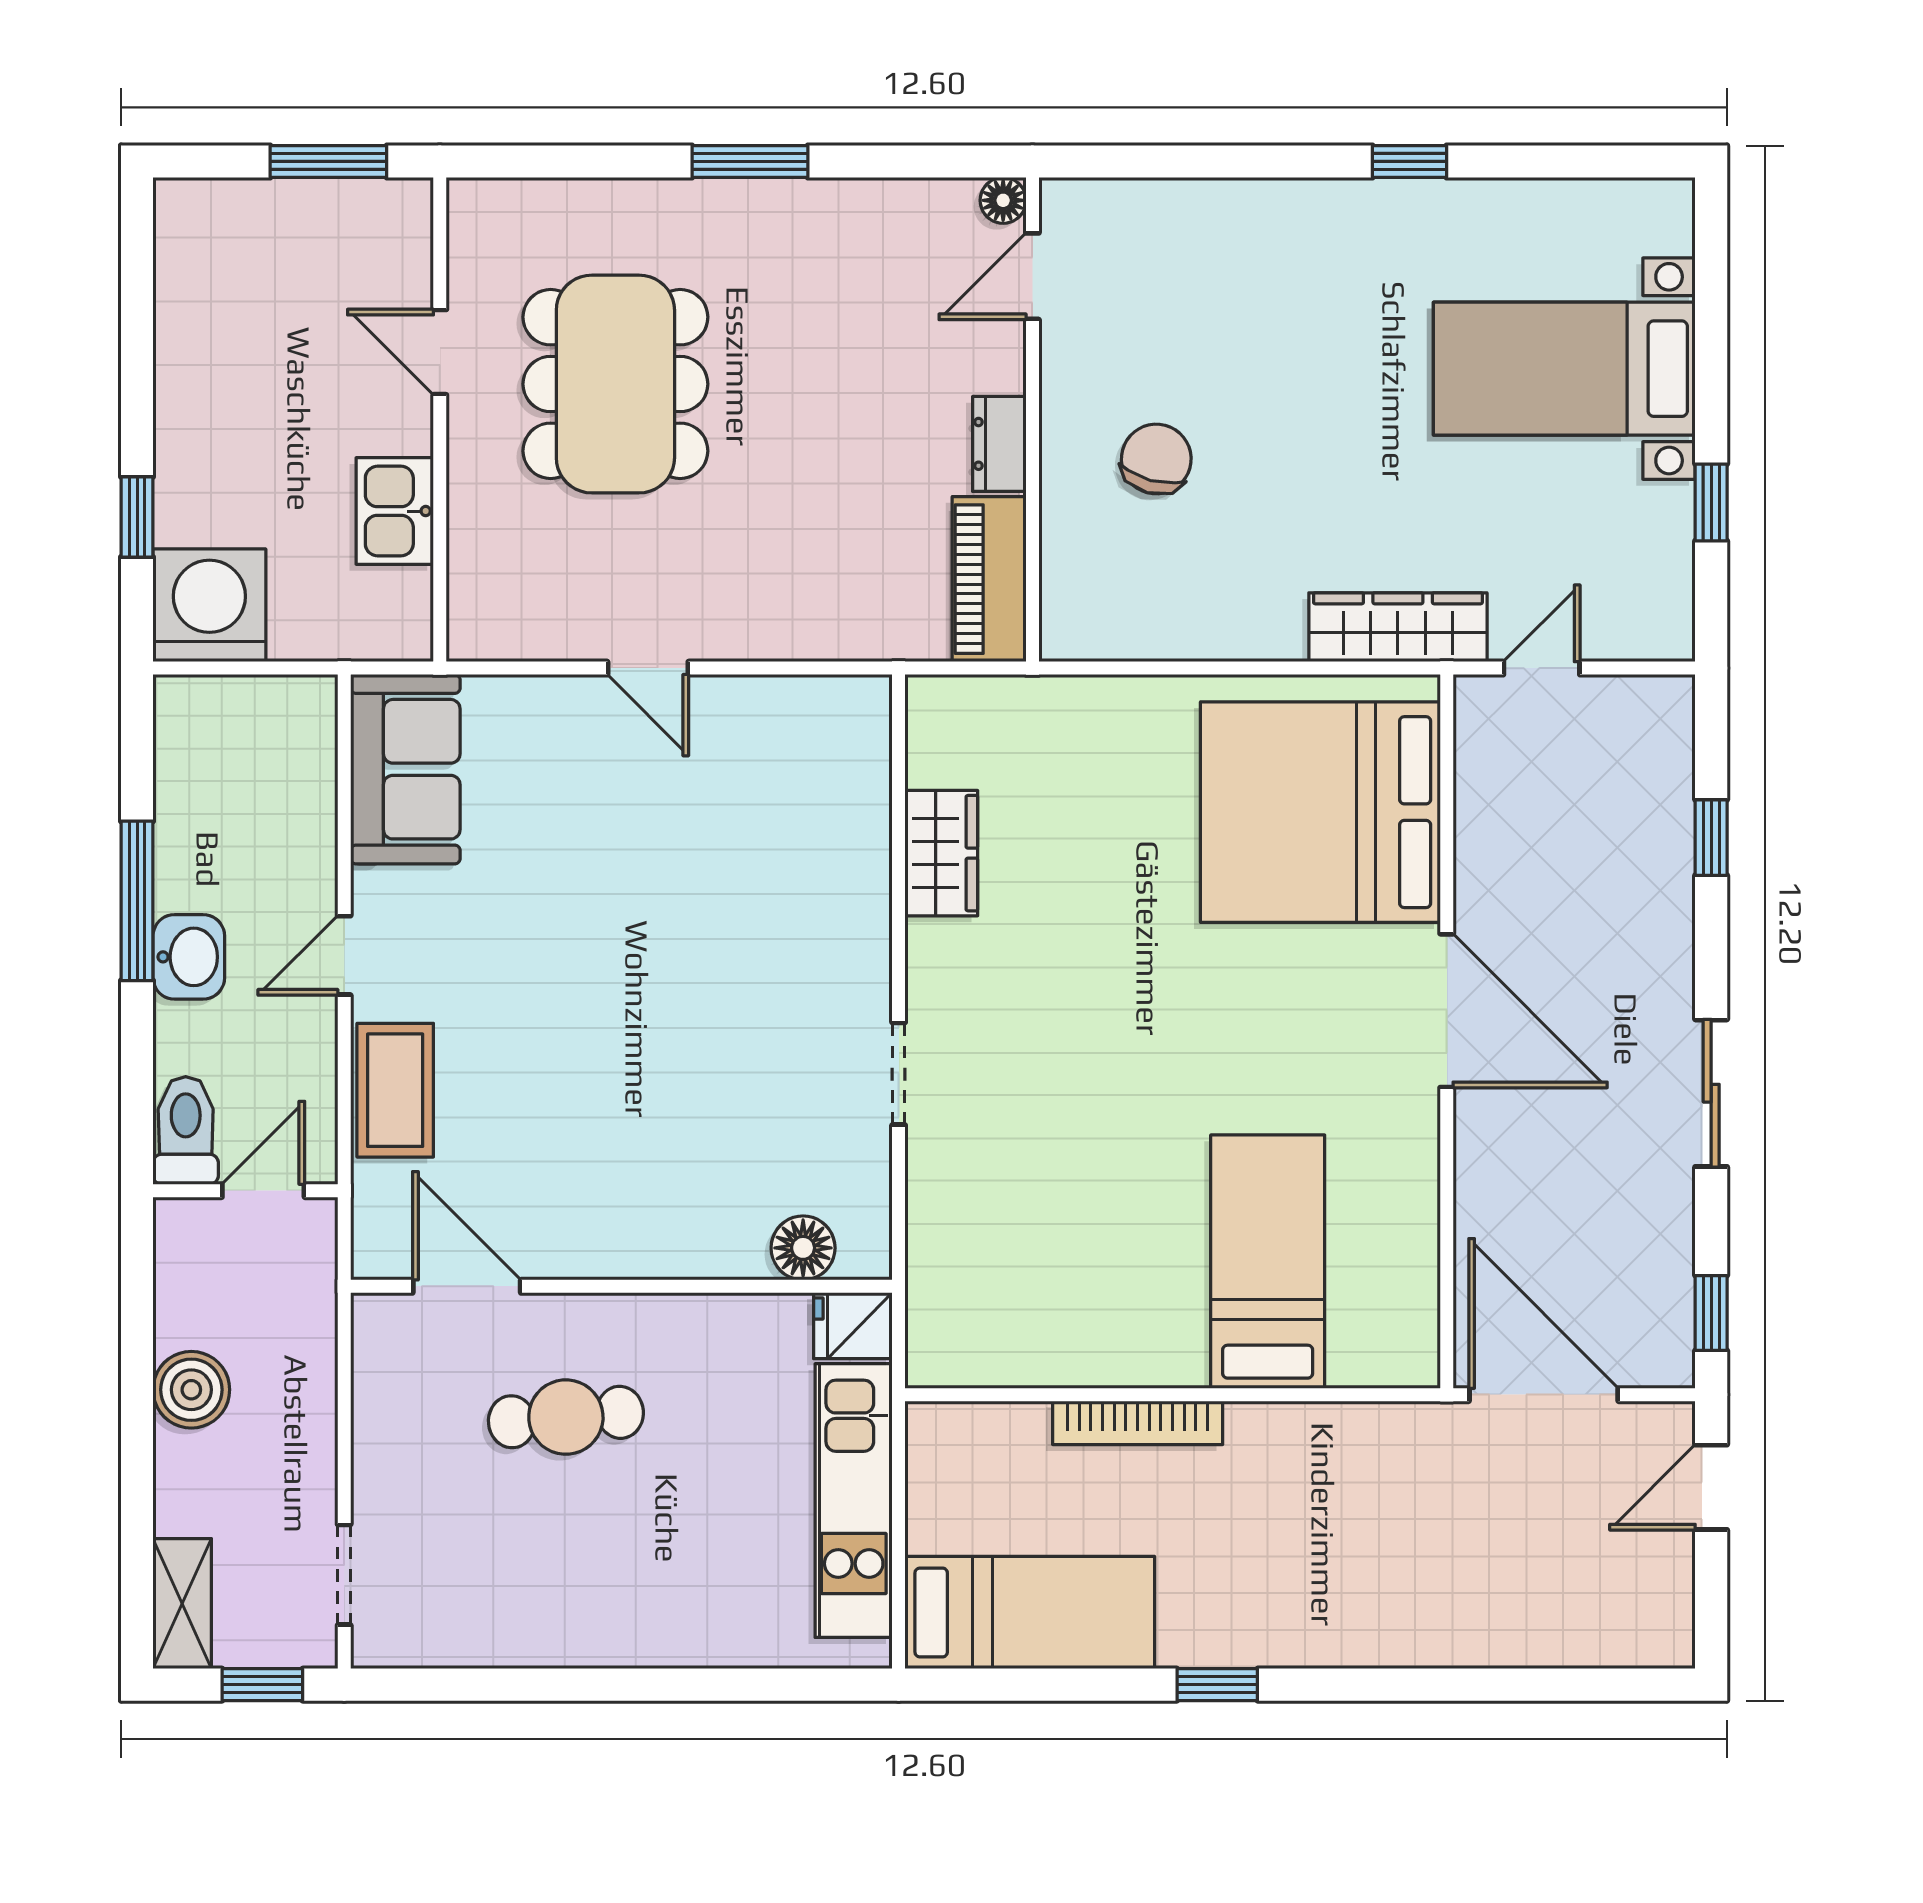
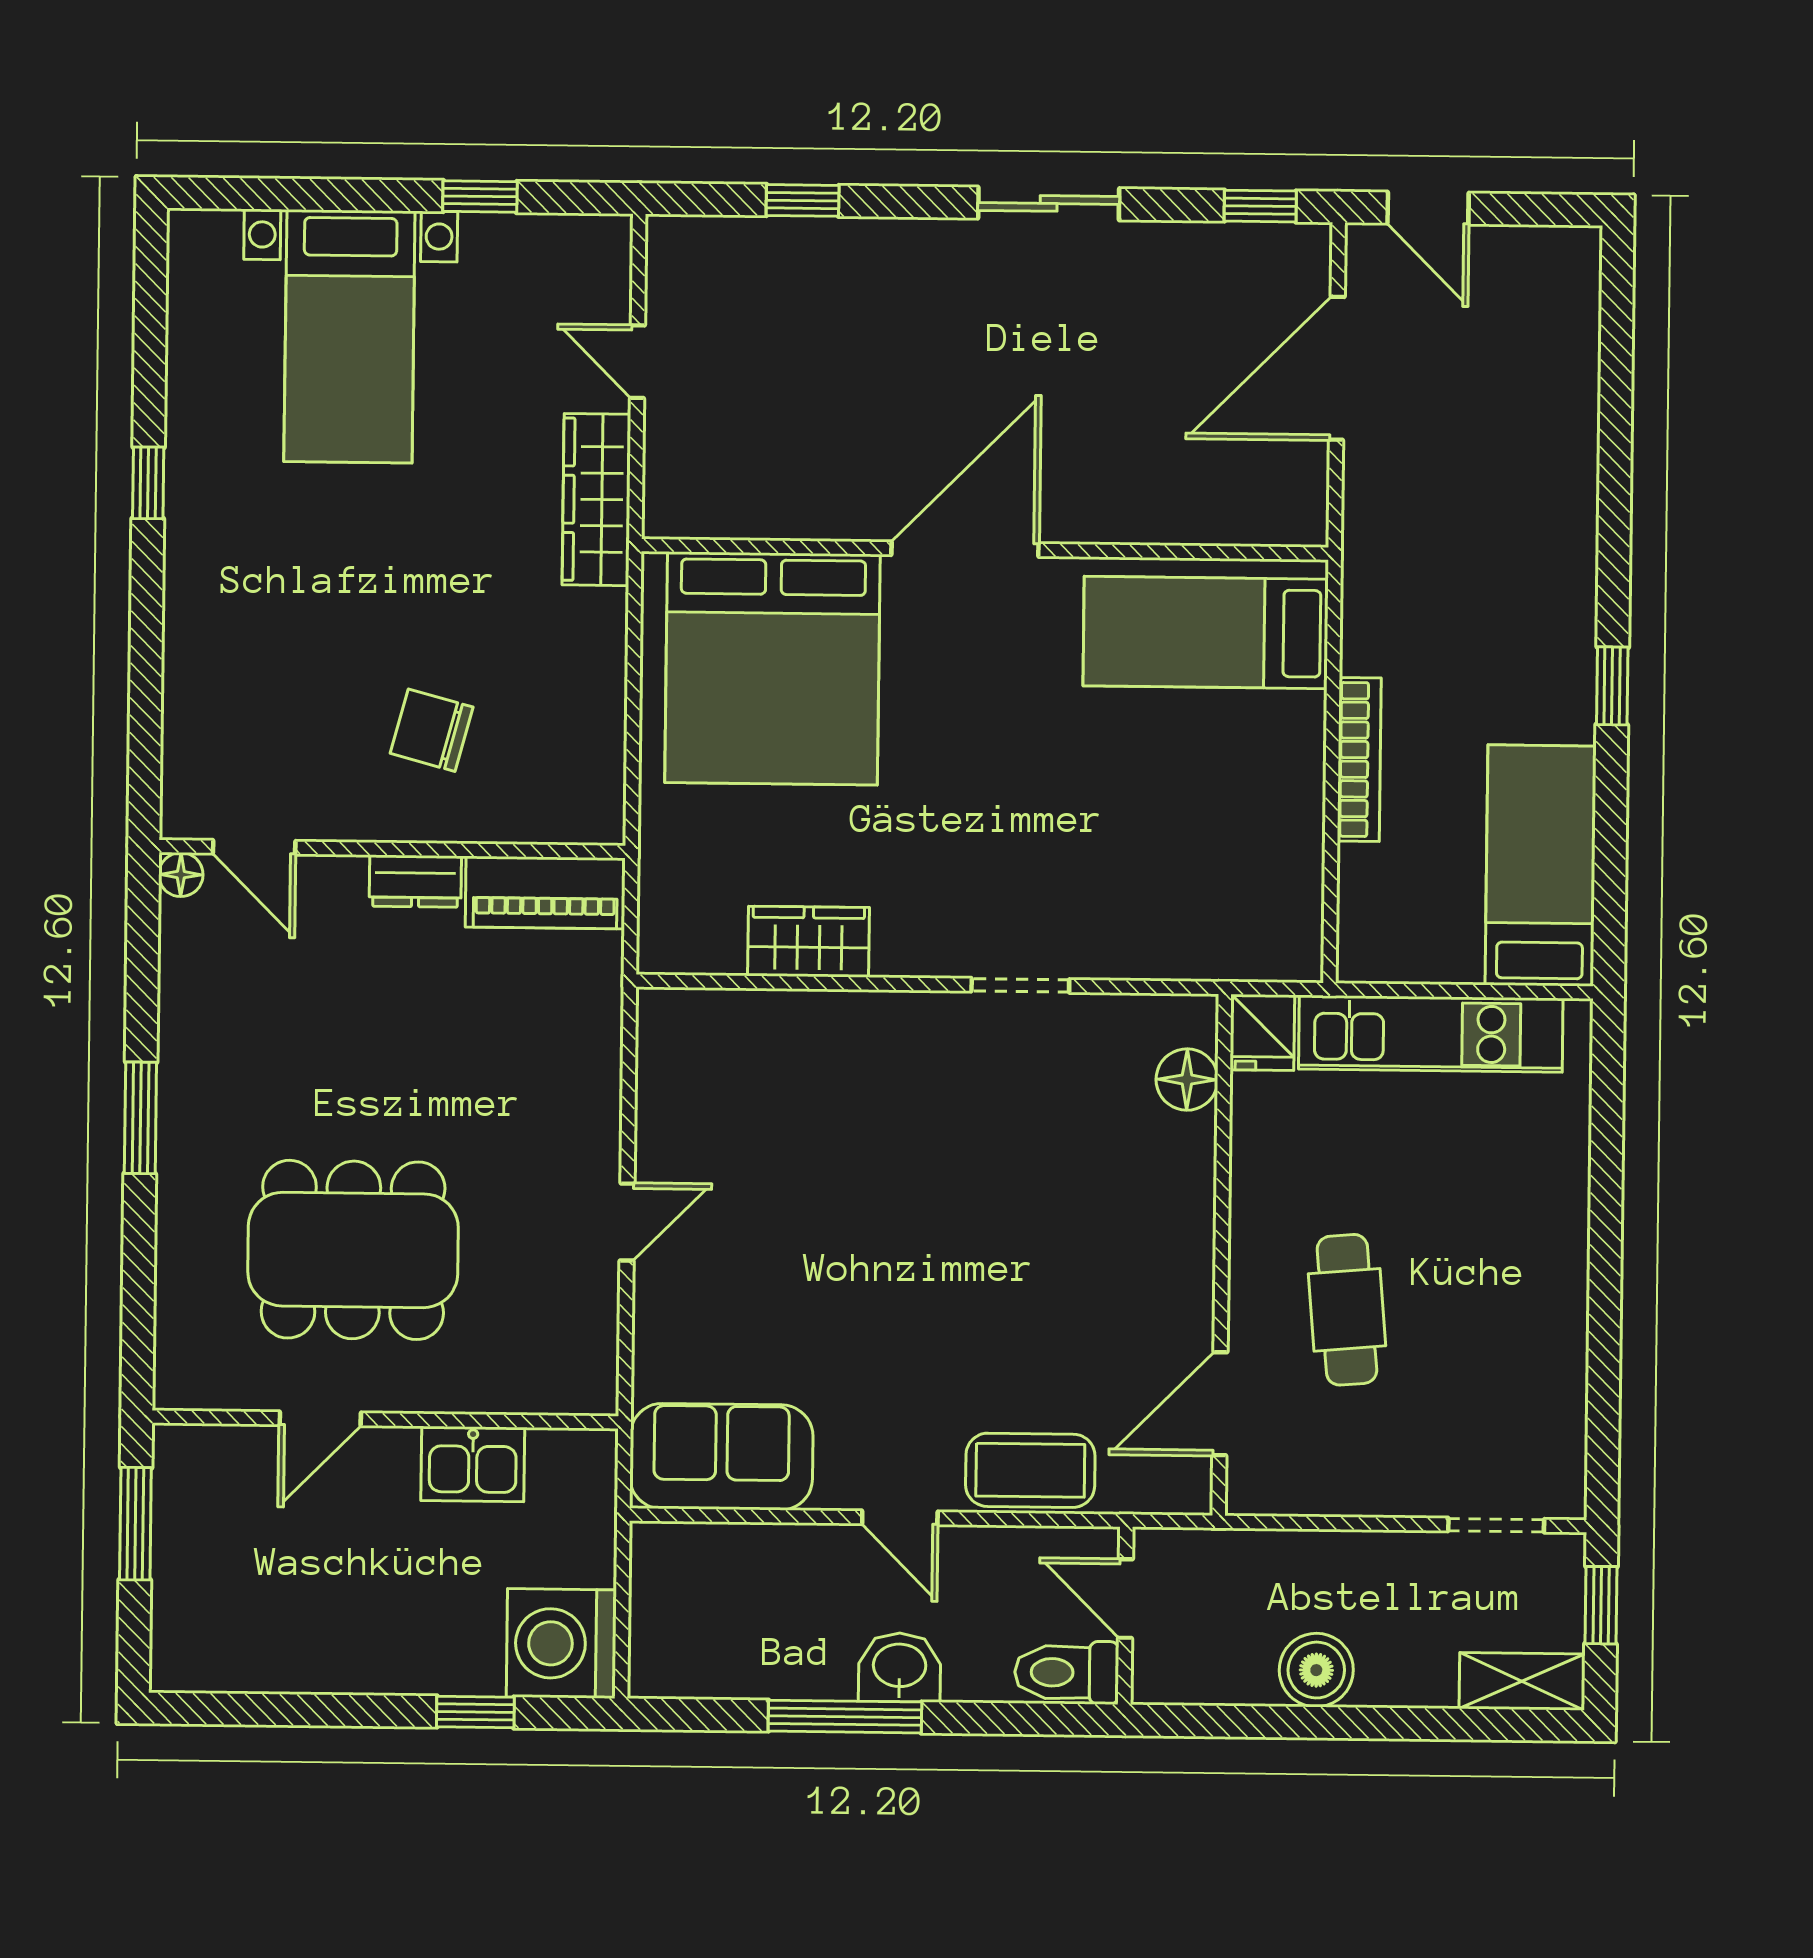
bed: (1320, 812) -> (772, 668), moved
door: (1447, 1011) -> (965, 549), moved
wall: (1447, 1031) -> (985, 549), moved

